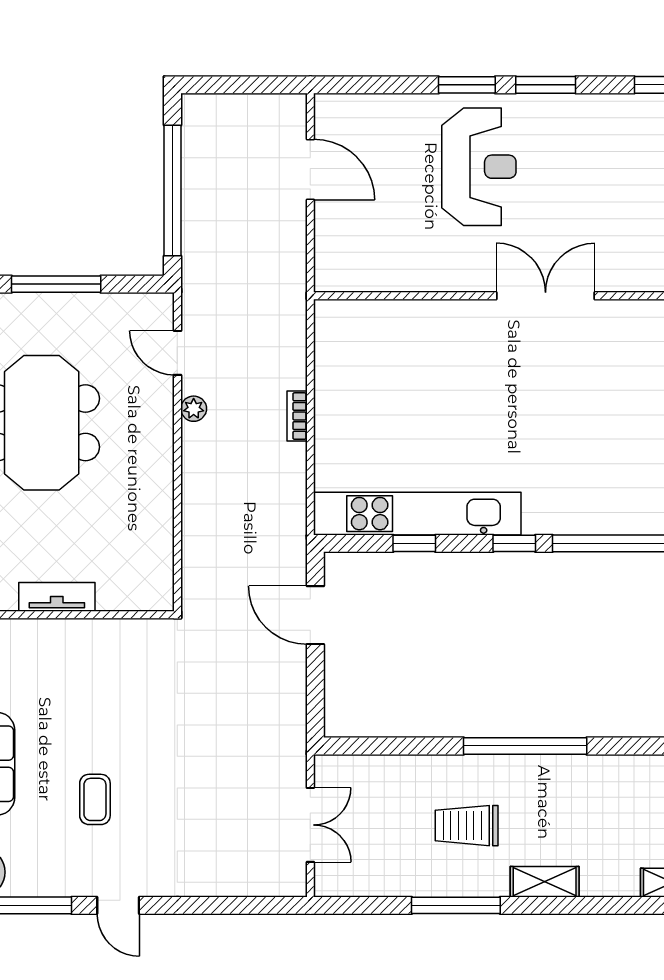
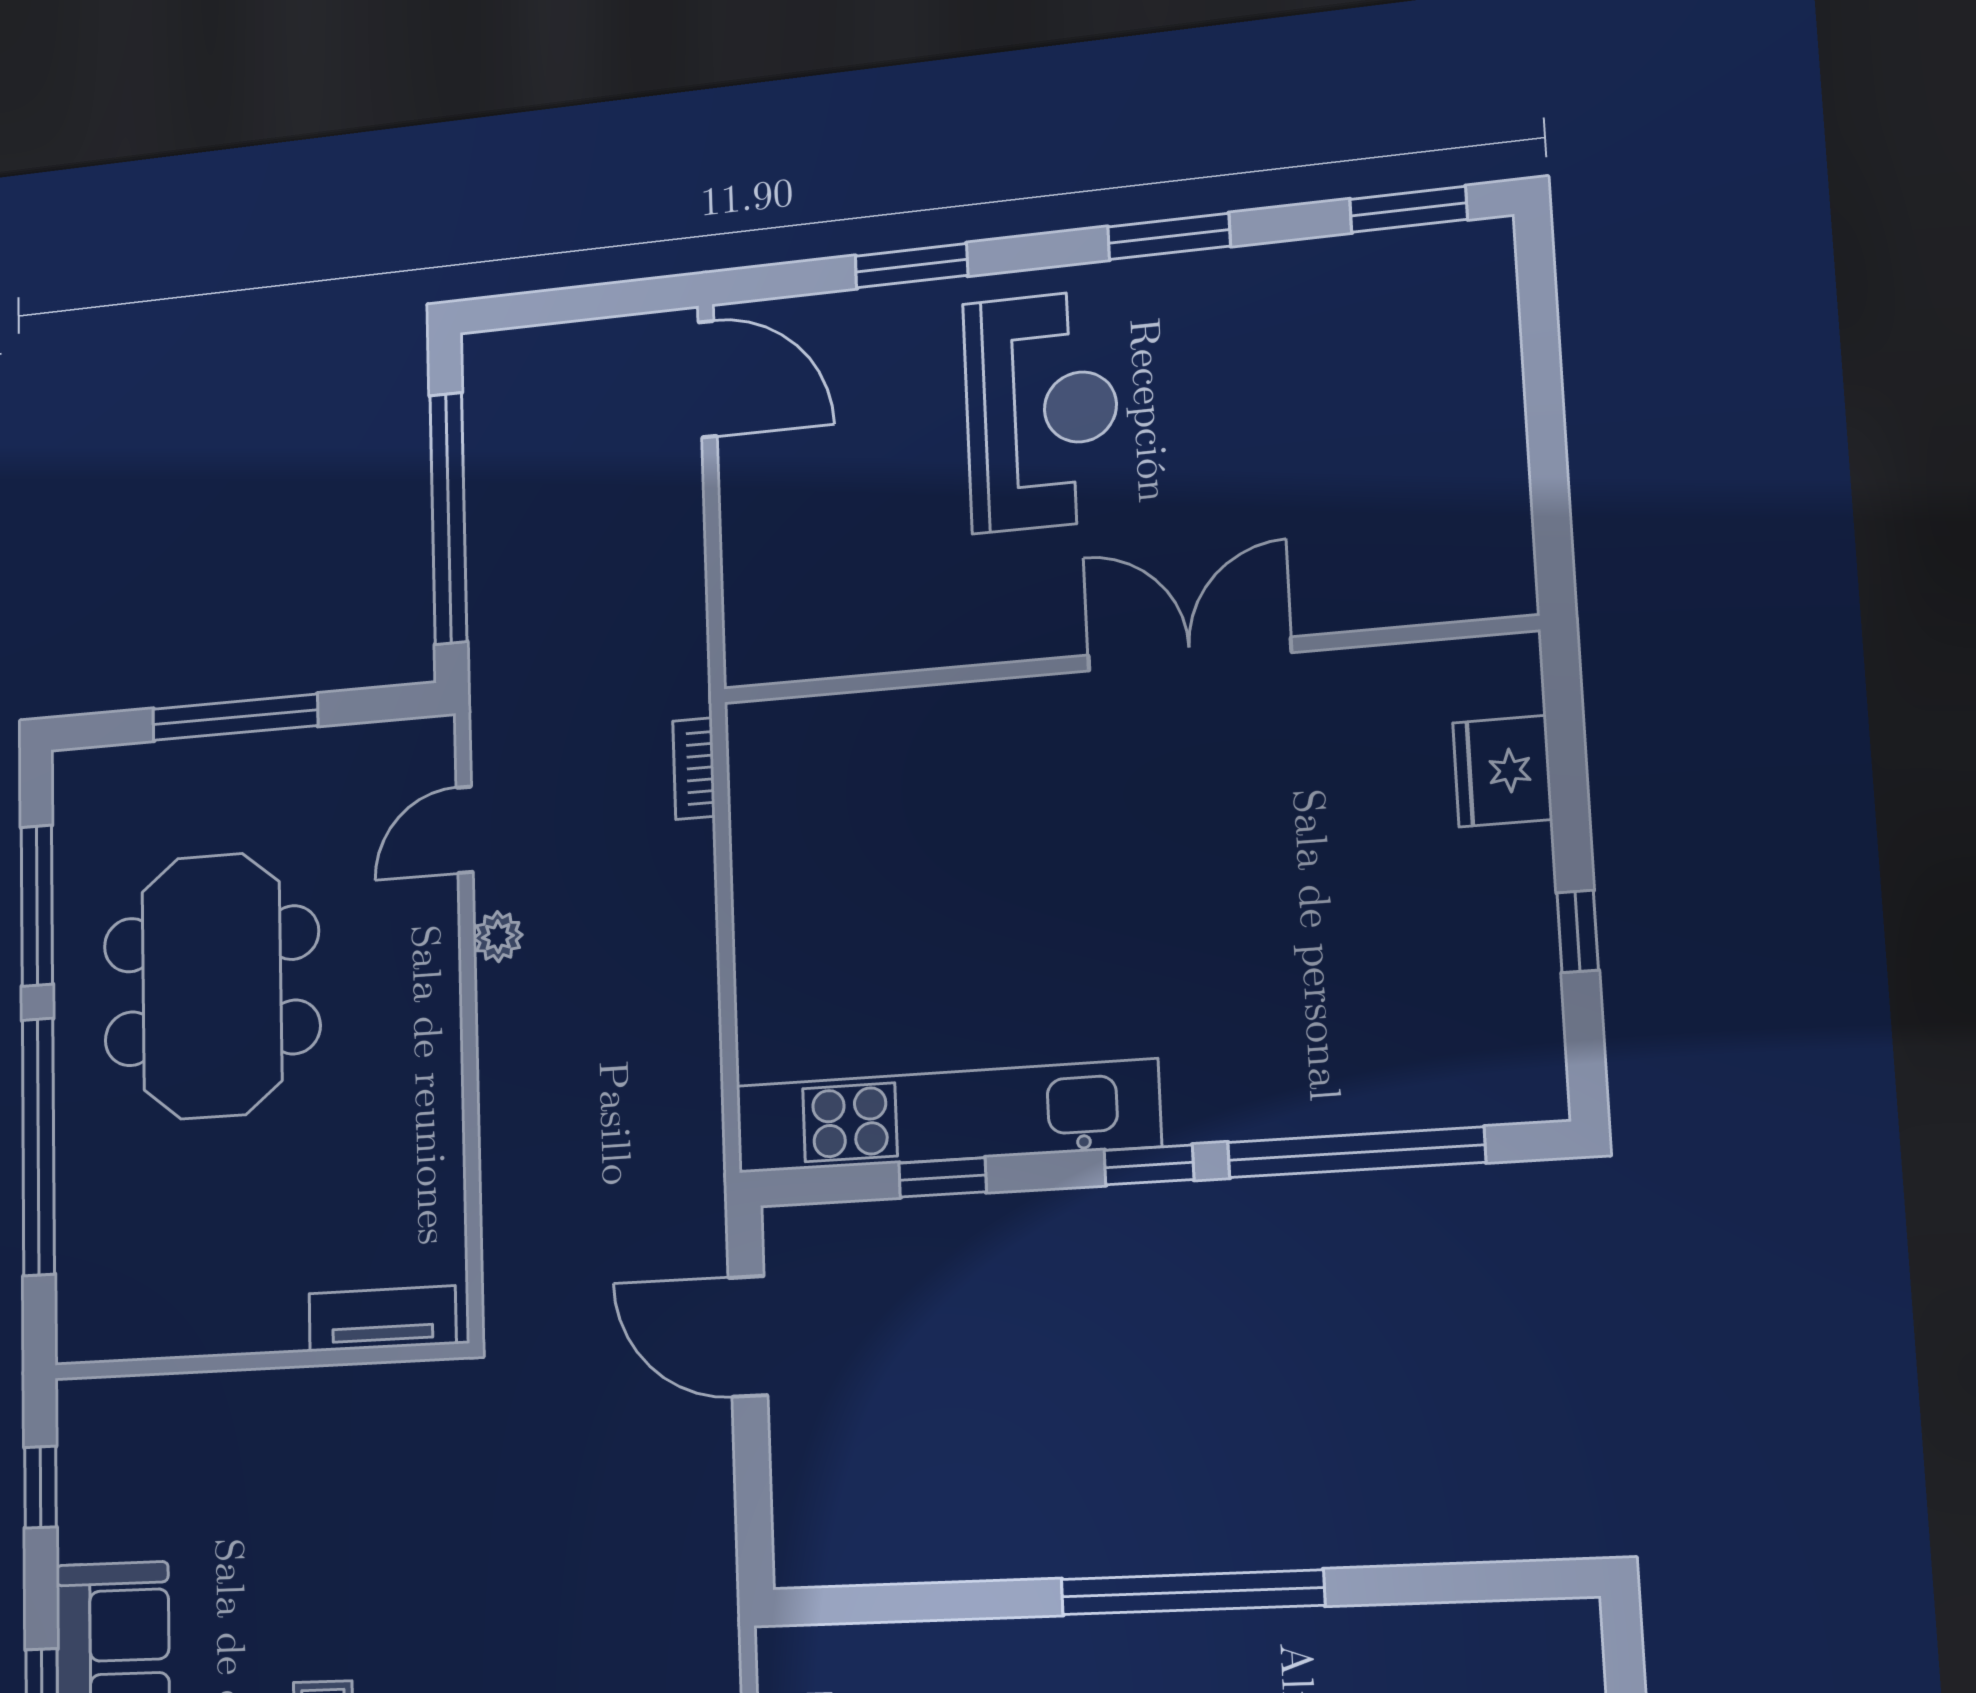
window: (467, 85) -> (911, 266), moved
door: (310, 169) -> (708, 379), moved
door: (177, 353) -> (465, 830), hinge flipped
bookcase: (297, 416) -> (694, 769), moved
tv unit: (57, 597) -> (382, 1319), moved

